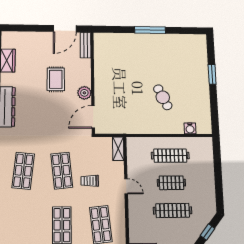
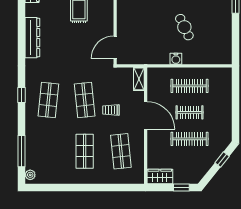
plant: (84, 93) -> (107, 23), removed
water cooler: (190, 128) -> (176, 59), moved
door: (126, 186) -> (146, 115), width x1.88

